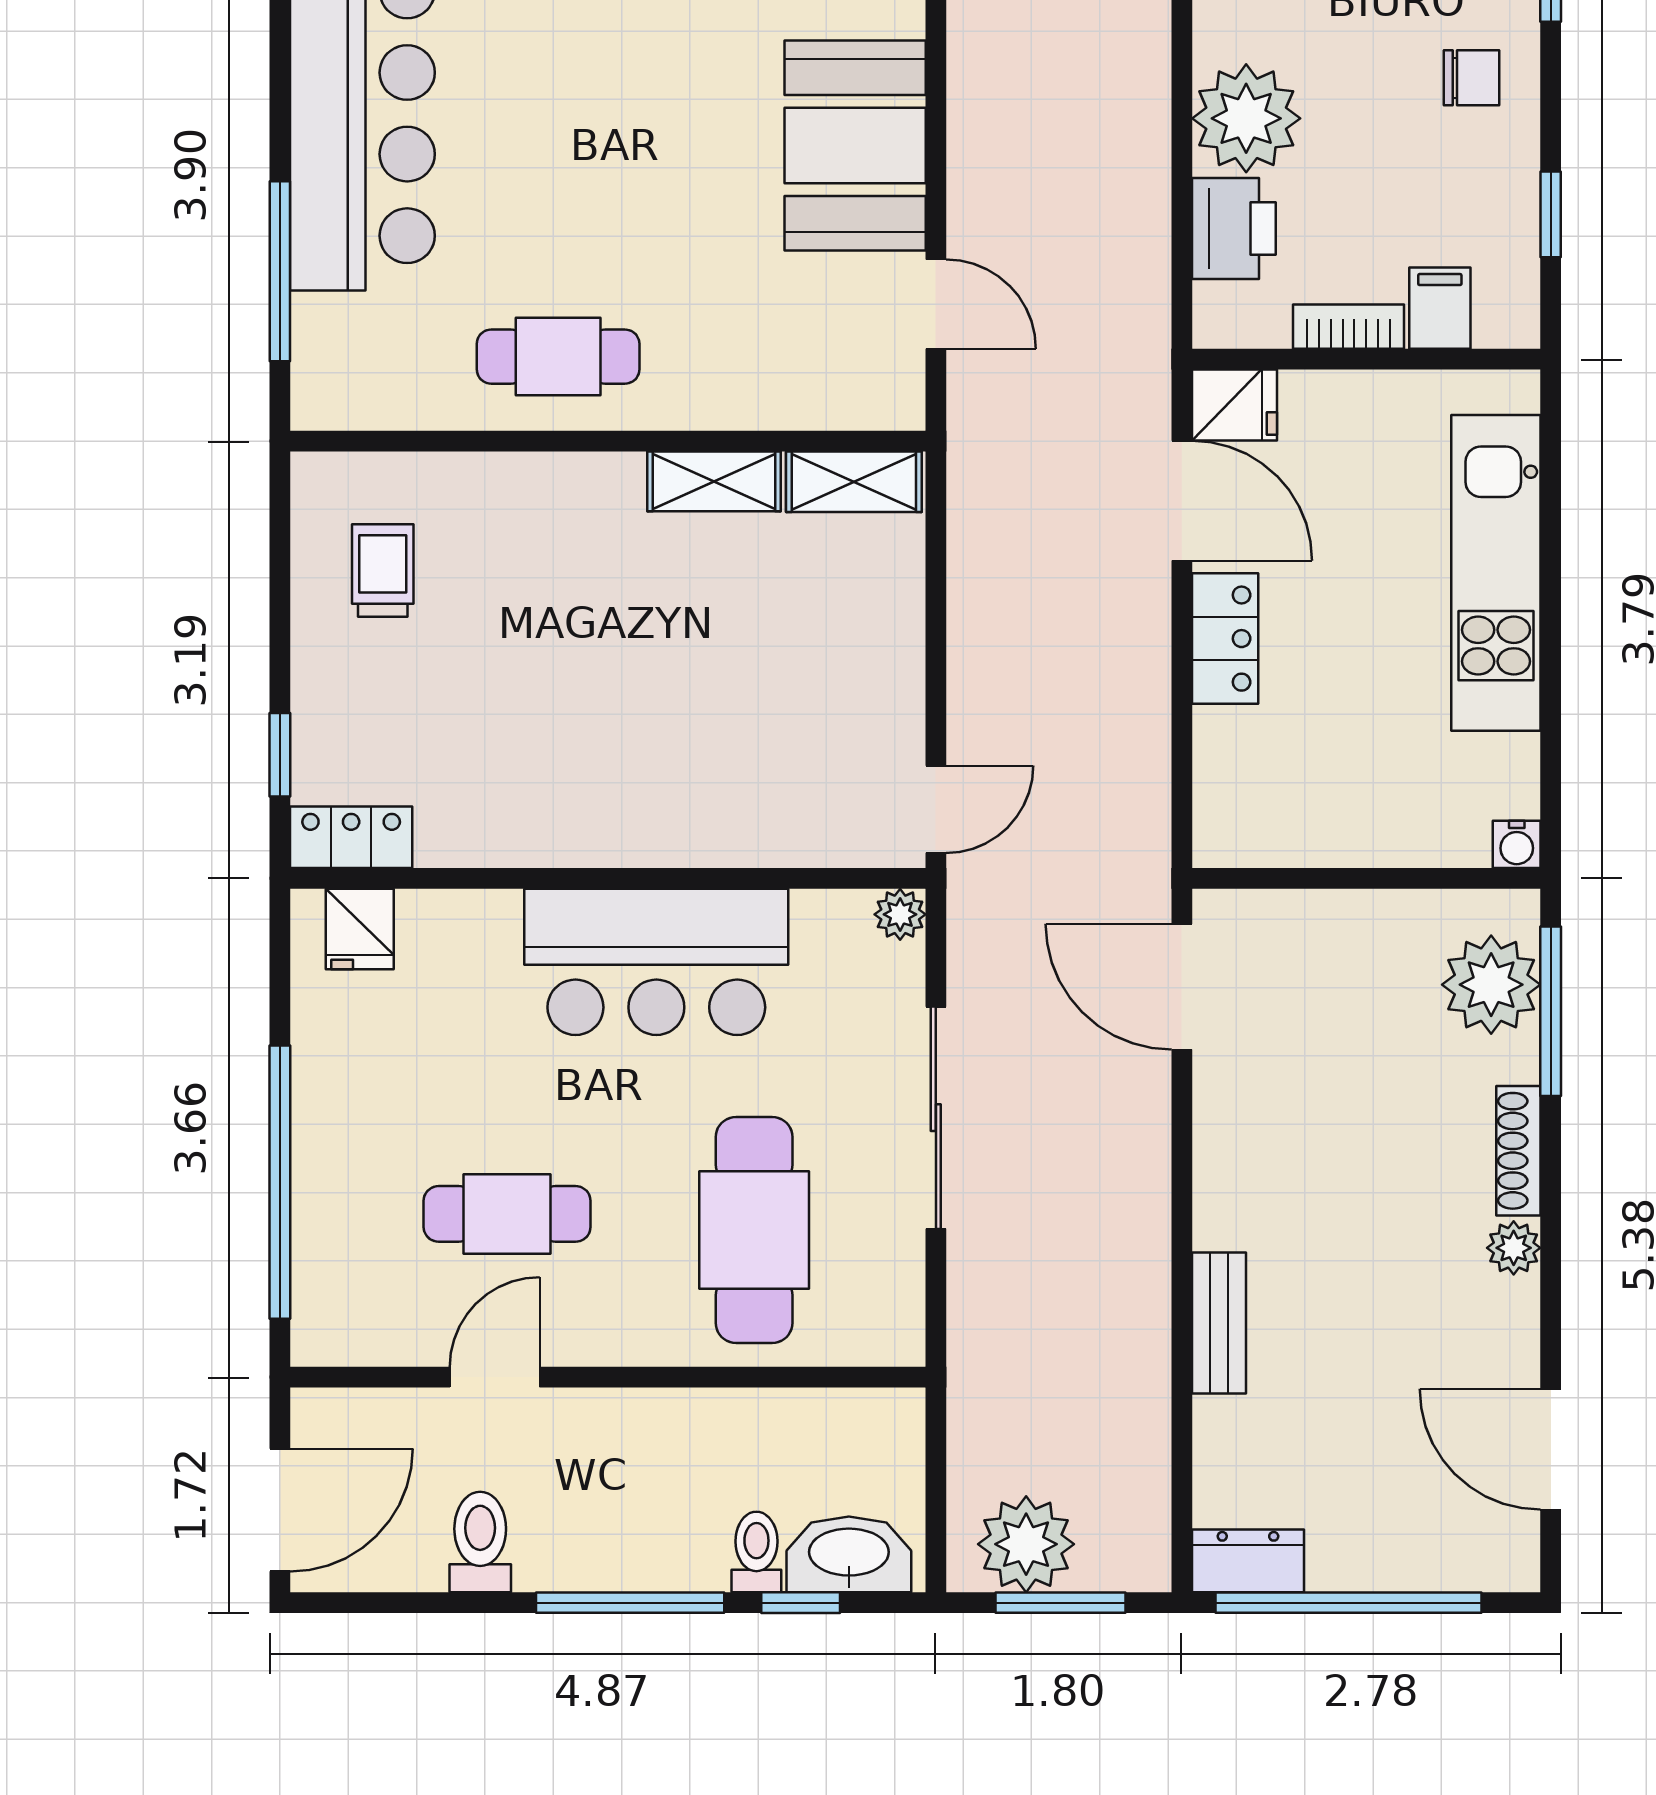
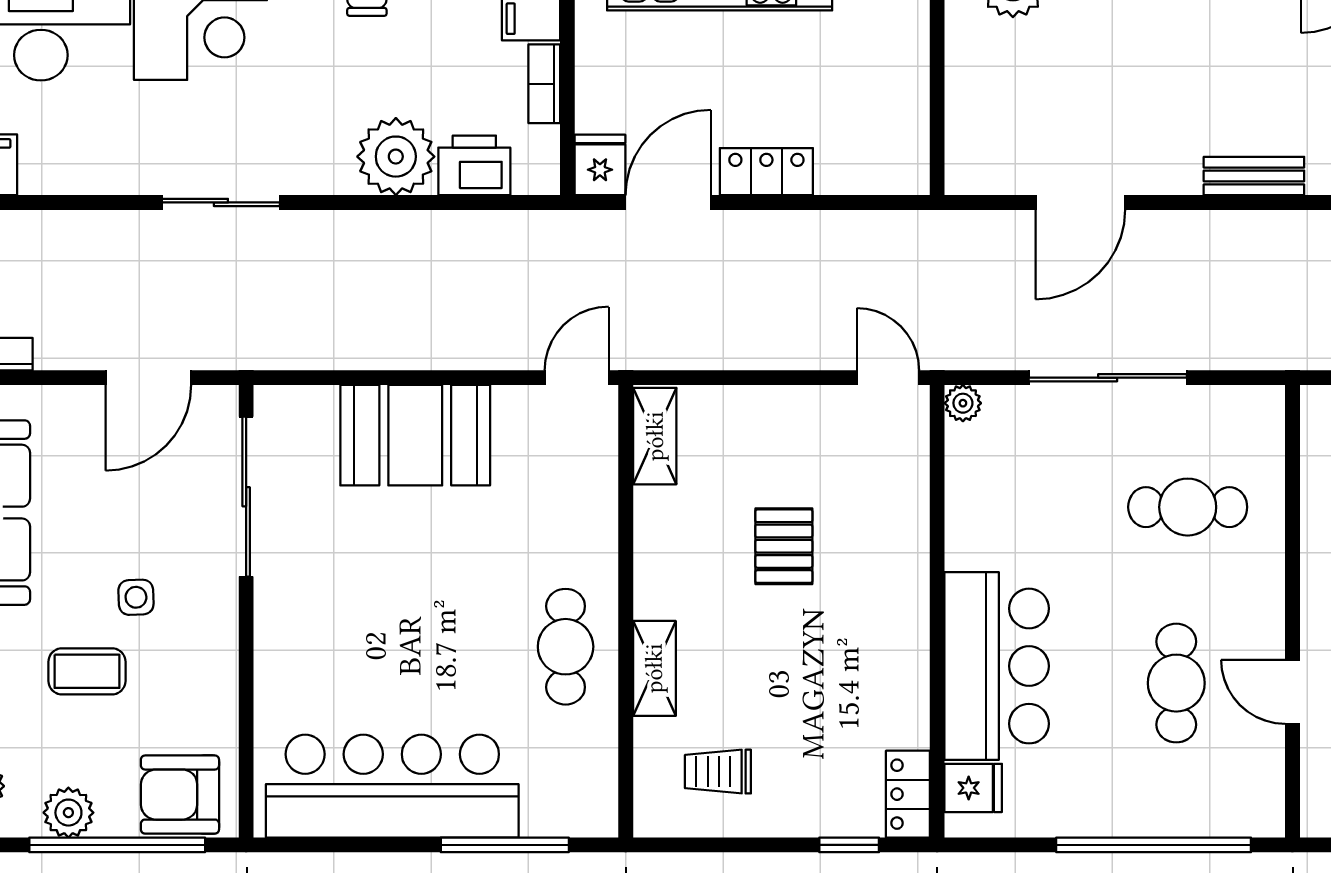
door: (936, 304) -> (577, 378), moved
shelving: (714, 481) -> (654, 668), moved
pallet: (699, 663) -> (784, 546), added
bar counter: (656, 962) -> (997, 666), moved
door: (1182, 987) -> (1080, 202), moved
cafe table: (754, 1230) -> (1188, 507), width x0.73, depth x0.74

